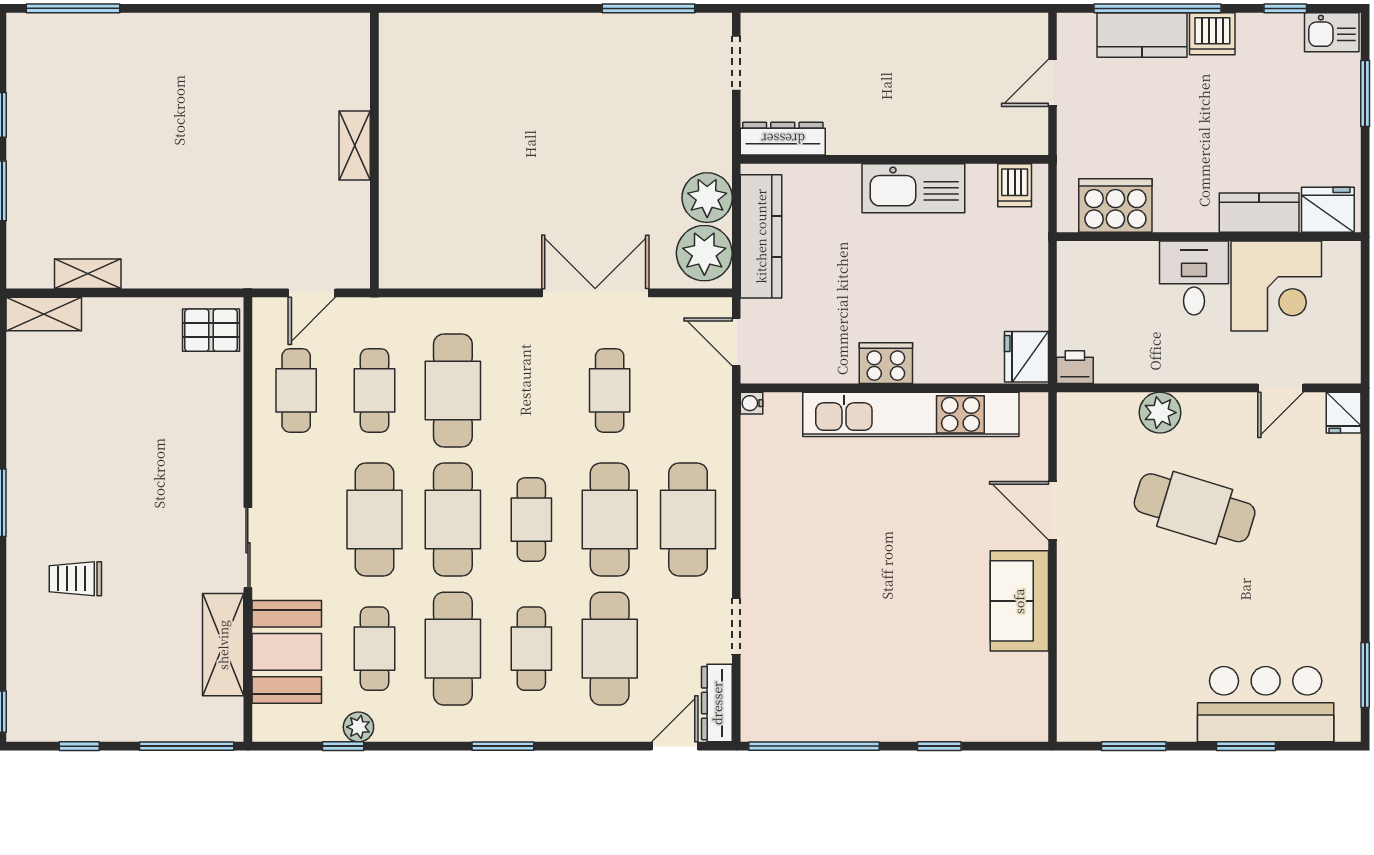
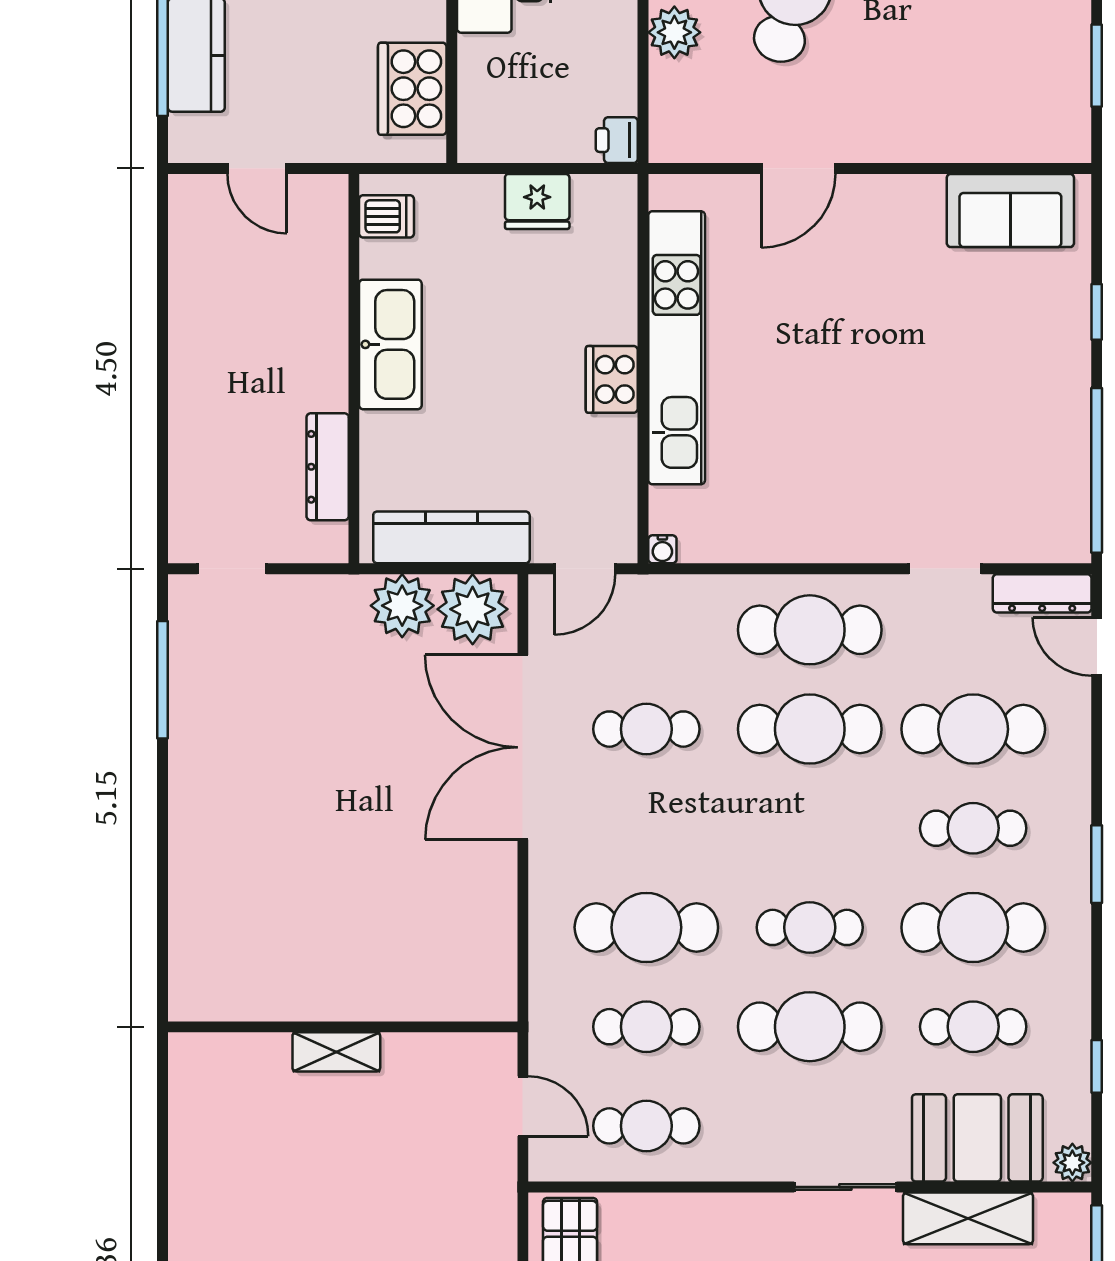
dresser: (783, 139) -> (328, 467), moved
double door: (595, 293) -> (523, 747), width x1.36
fridge: (1026, 357) -> (537, 201), moved
cafe table: (453, 520) -> (810, 927), width x0.73, depth x0.74
cafe table: (531, 520) -> (810, 828), removed
sofa: (1019, 601) -> (1010, 210), moved
plant: (358, 727) -> (1072, 1163), moved

